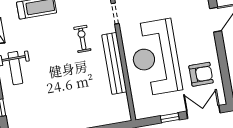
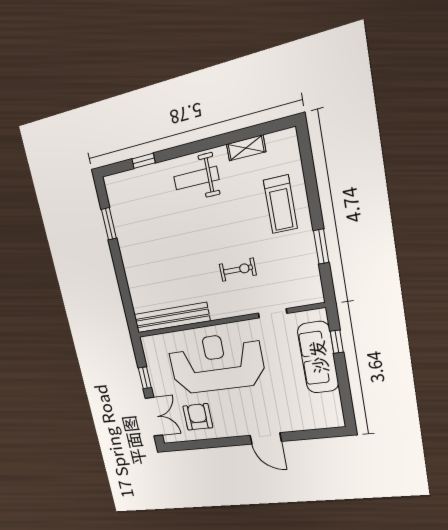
bench: (114, 63) -> (172, 318), moved
armchair: (201, 74) -> (198, 417), turned 180

